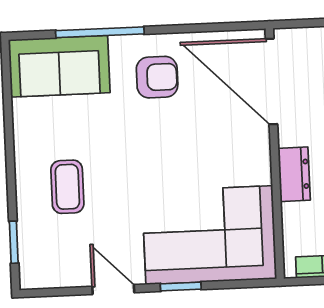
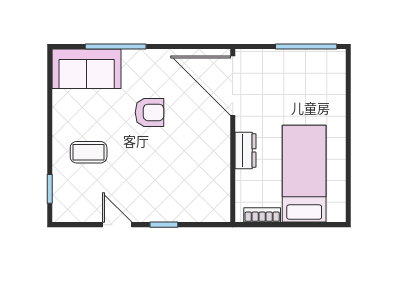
armchair: (157, 77) -> (150, 112), moved
coffee table: (67, 187) -> (89, 152), turned 90
corner sofa: (209, 235) -> (185, 190), removed

